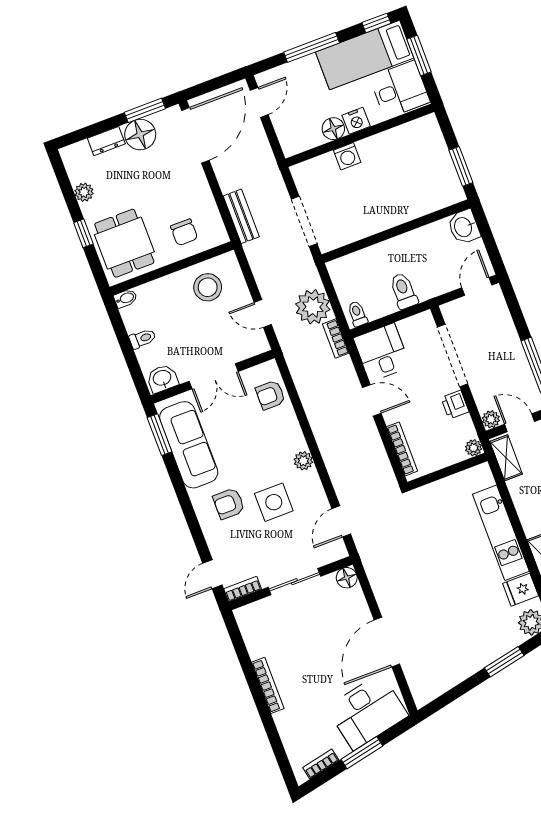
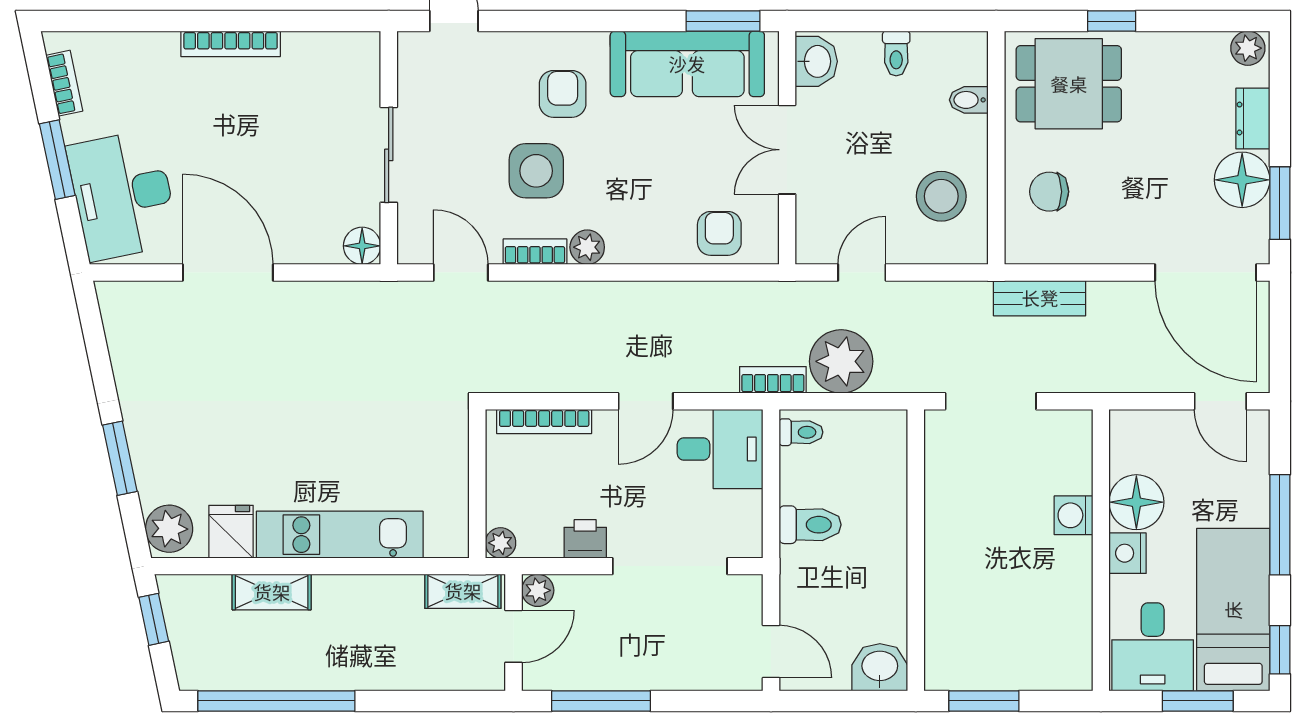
floor lamp: (333, 129) -> (1136, 502), width x1.38, depth x1.38
plant: (84, 192) -> (1248, 48), moved
bidet: (125, 298) -> (969, 100), moved, turned 90
bookcase: (243, 589) -> (535, 252), moved, turned -90

